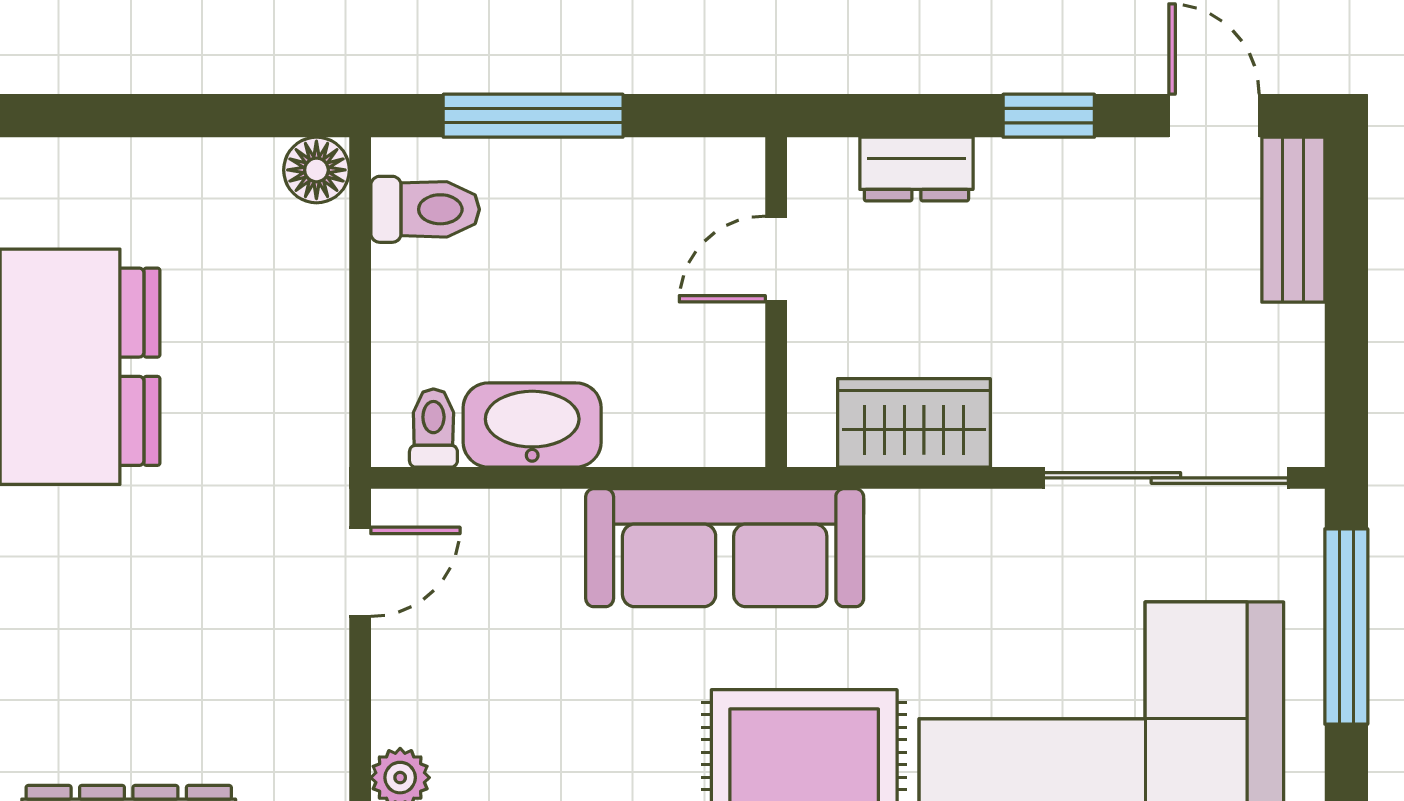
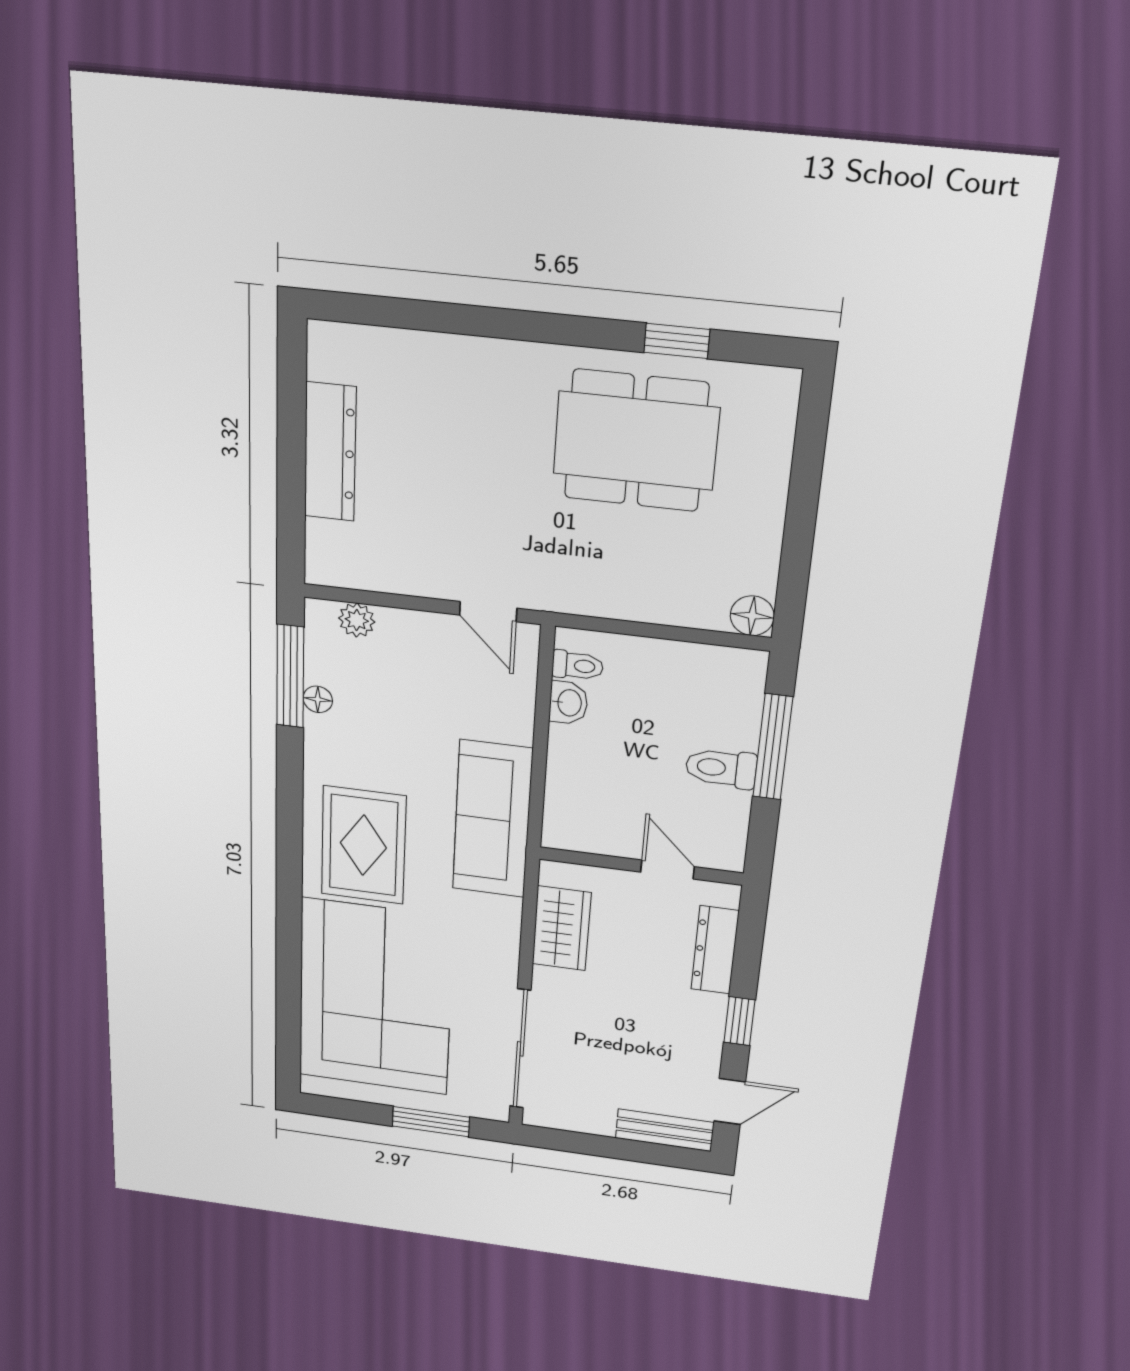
dresser: (916, 169) -> (715, 950), width x1.44
toilet: (425, 209) -> (721, 768), moved, turned 90
washbasin: (532, 425) -> (568, 703), width x0.52, depth x0.69
window: (1346, 626) -> (431, 1122), width x0.69

